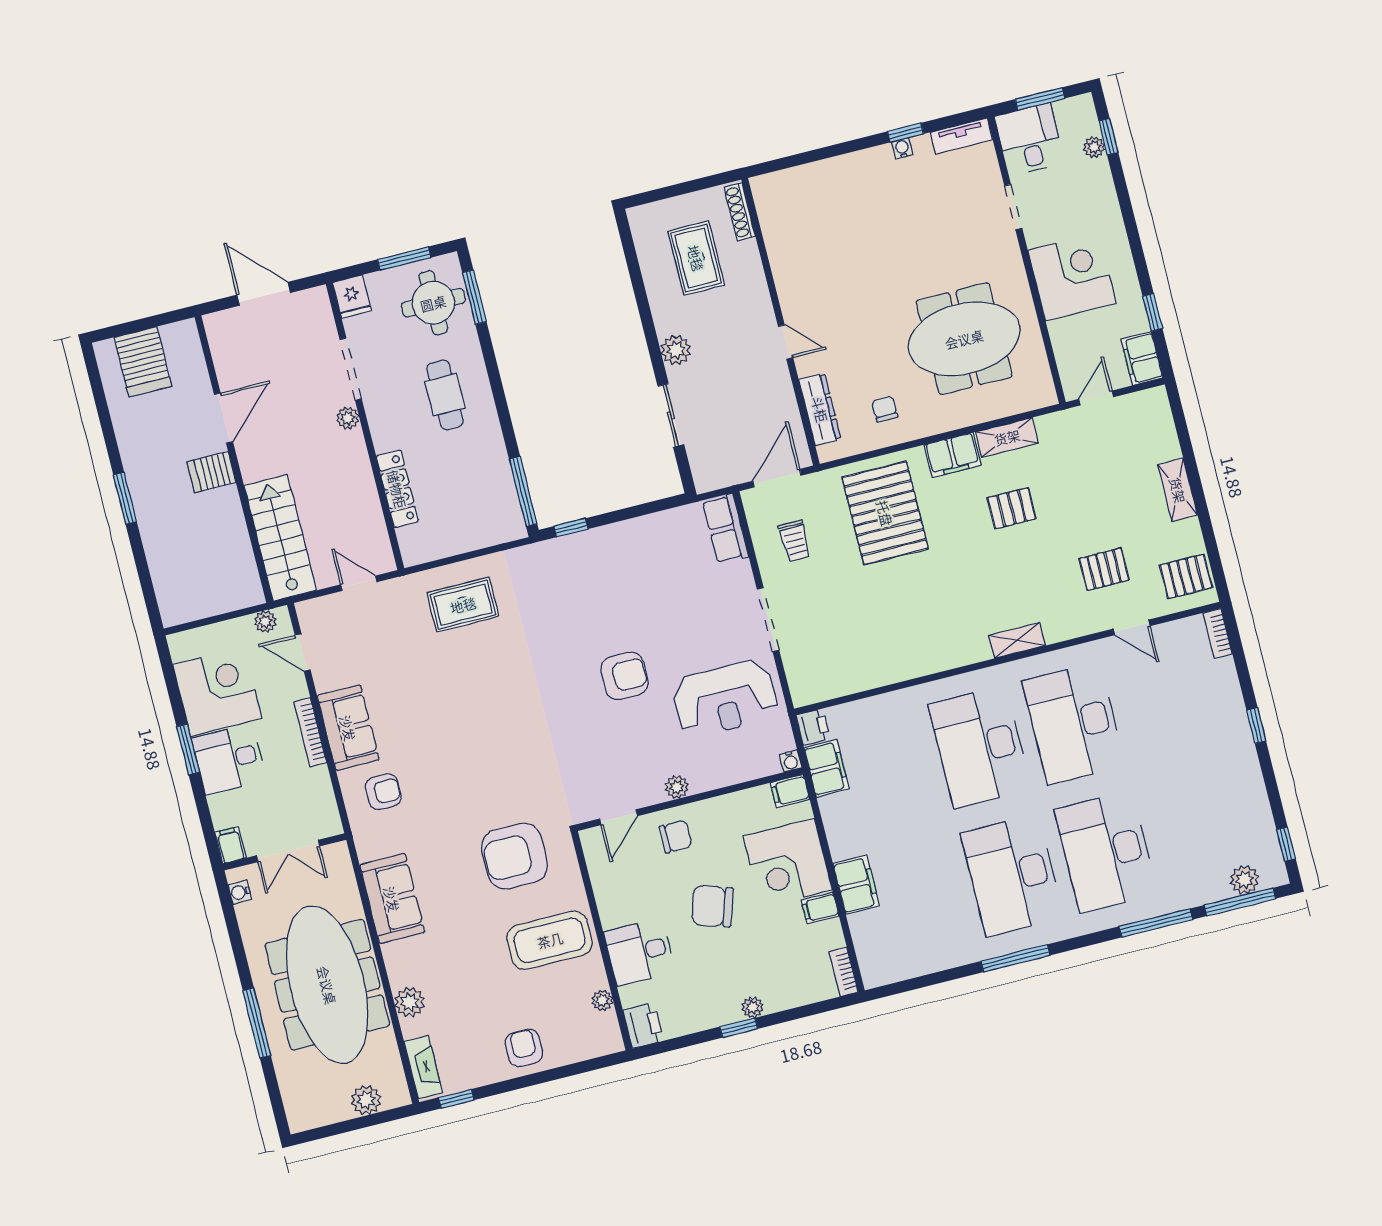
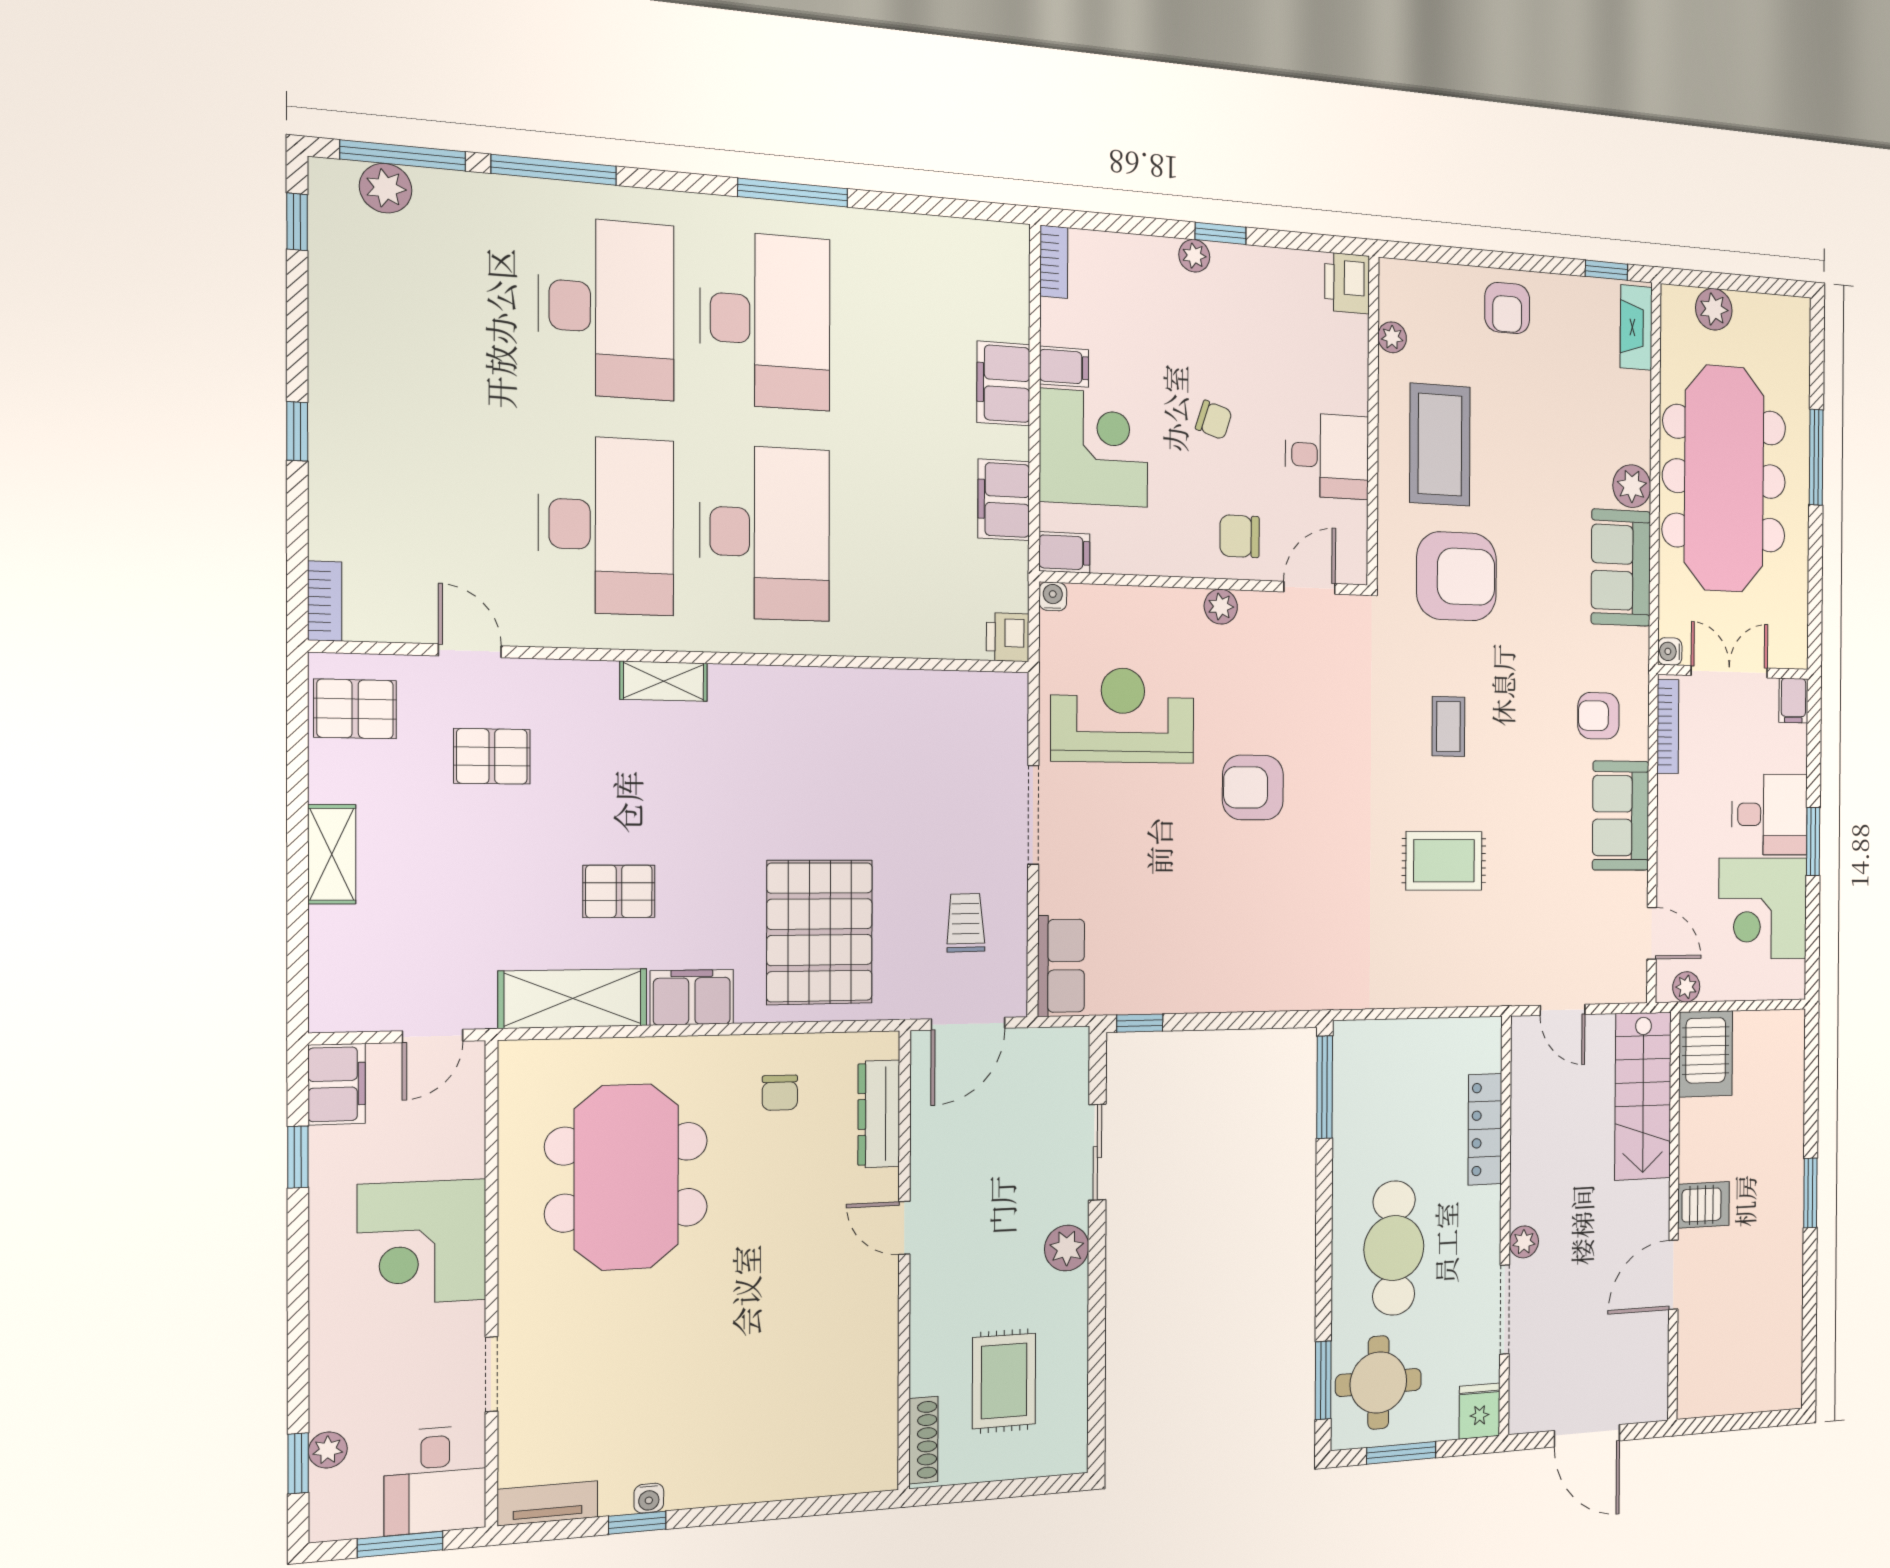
meeting table: (964, 339) -> (626, 1177), turned 90
server rack: (143, 362) -> (1706, 1054), moved, turned 180
cafe table: (445, 395) -> (1394, 1248), width x1.37, depth x1.35
shelving: (1007, 437) -> (573, 999), width x1.50, depth x1.33
window: (571, 528) -> (1140, 1023), moved
rug: (463, 605) -> (1444, 861), moved
bookcase: (310, 732) -> (1668, 727), moved
coffee table: (495, 754) -> (1448, 726), added
filing cabinet: (827, 768) -> (1004, 500), moved
water cooler: (240, 892) -> (1670, 651), moved, turned 180
chair: (712, 906) -> (1214, 420), width x0.54, depth x0.54
coffee table: (550, 940) -> (1440, 445), turned 90
desk: (639, 952) -> (1327, 456), moved
plant: (410, 1002) -> (1632, 486), moved

